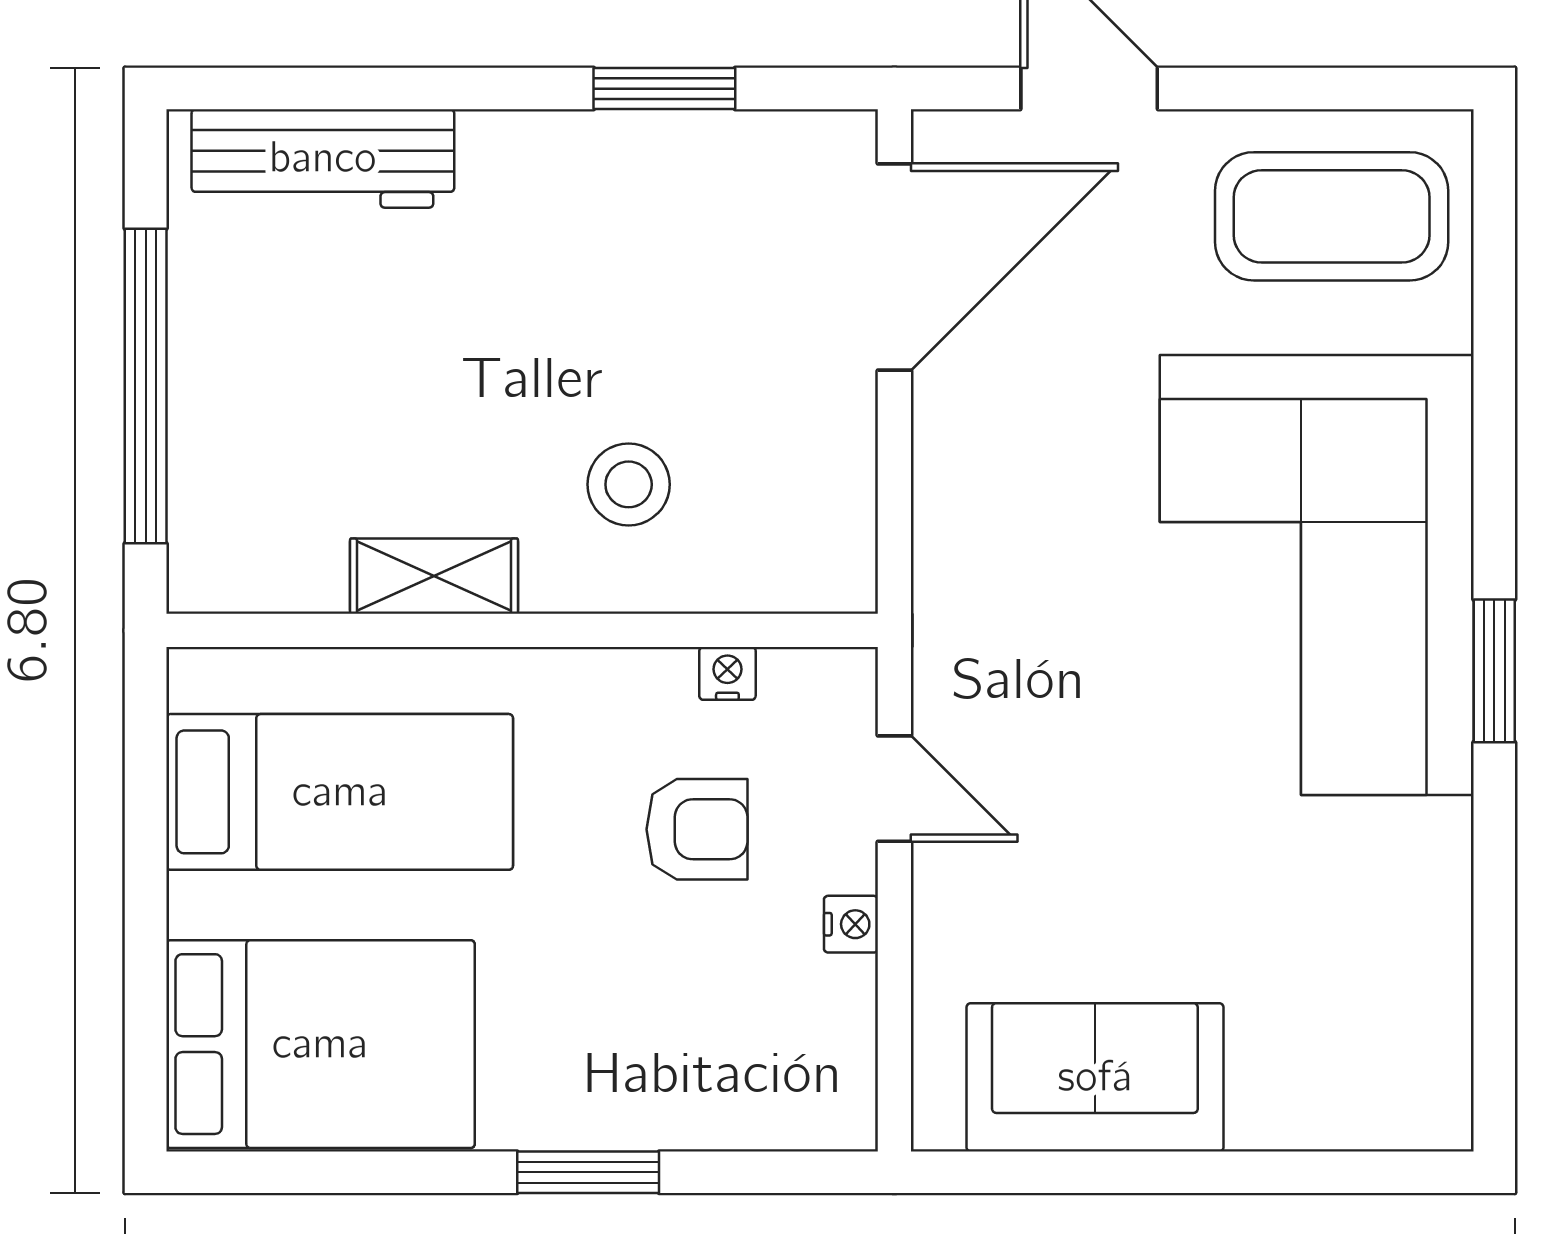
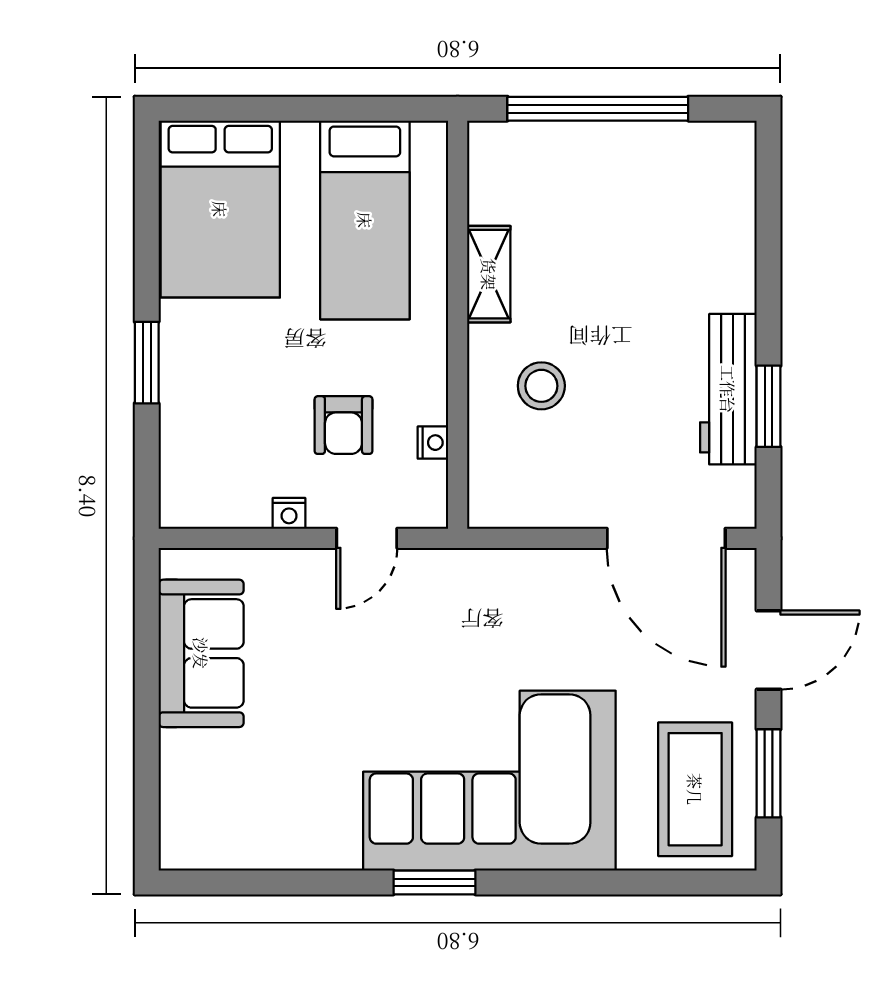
window: (1304, 89) -> (769, 773), added
workbench: (323, 158) -> (728, 389), moved

